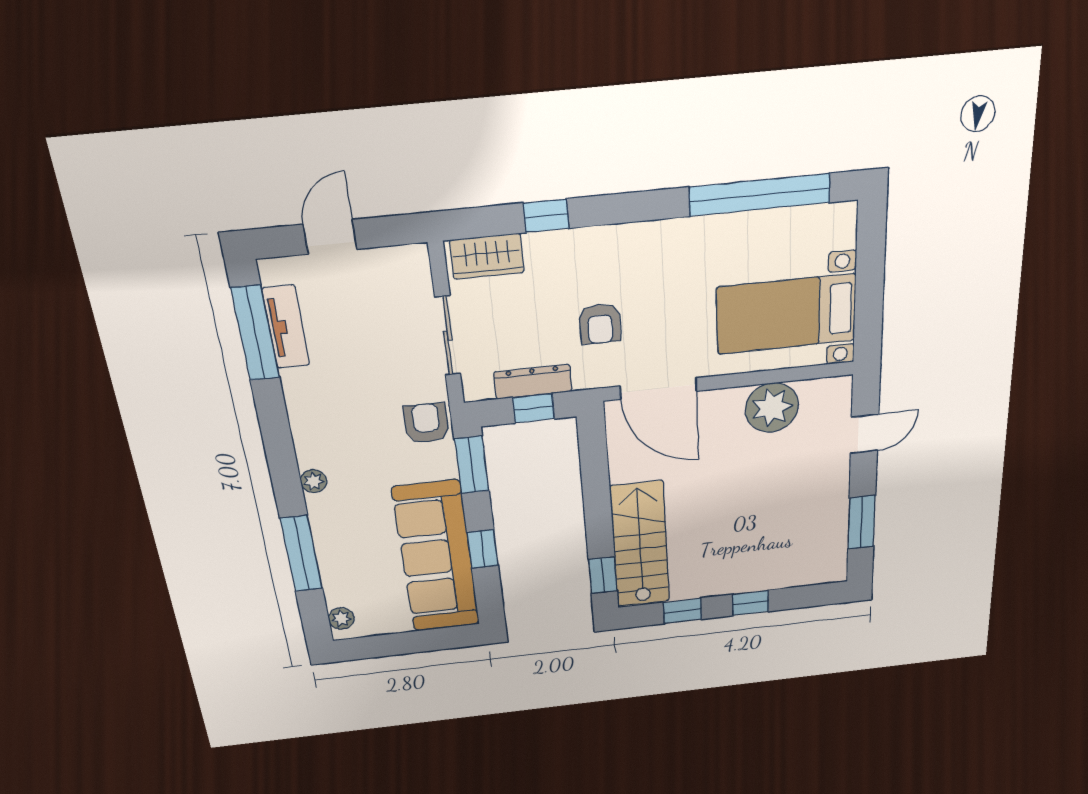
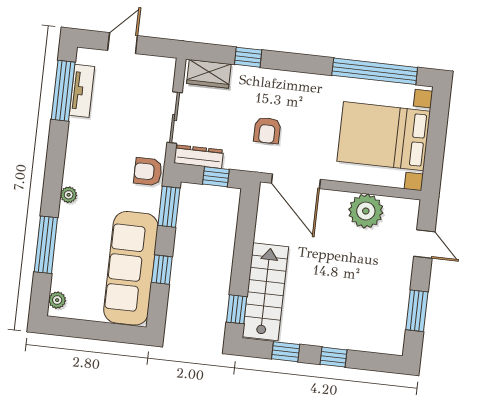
bed with nightstands: (786, 314) -> (384, 136), width x1.36
dresser: (533, 382) -> (199, 157), moved
armchair: (426, 423) -> (148, 172), turned -90
door: (865, 434) -> (424, 244), hinge flipped

